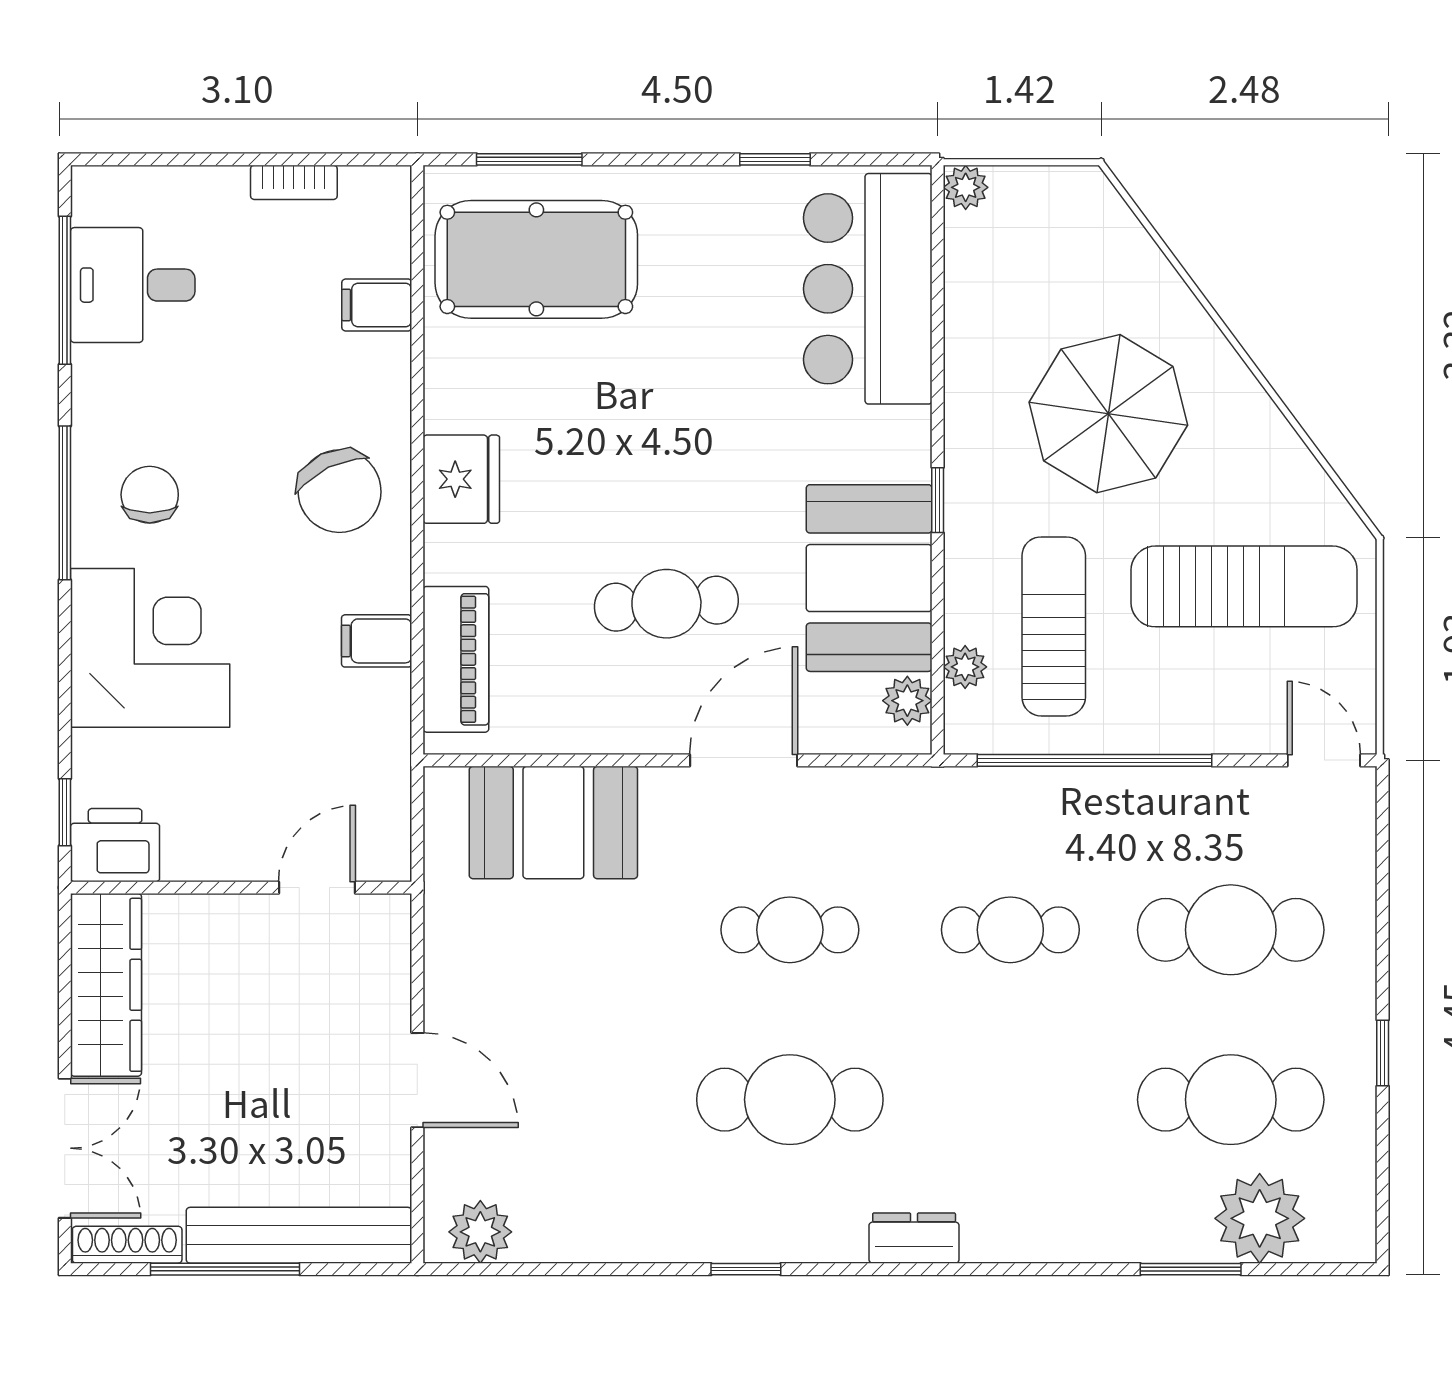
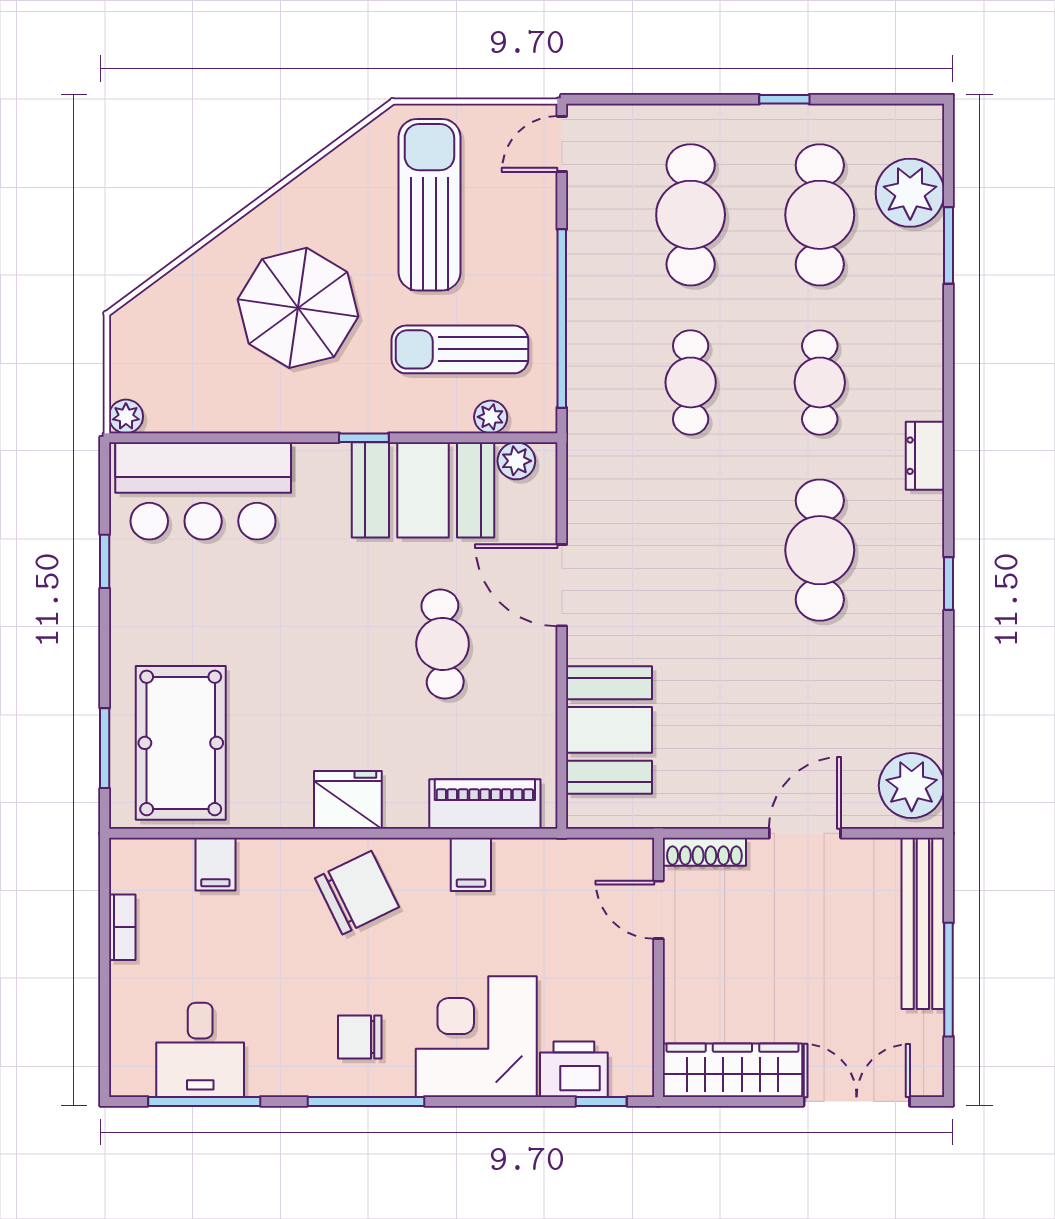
printer: (115, 845) -> (574, 1069), moved, turned 90
cafe table: (790, 930) -> (820, 382), moved
plant: (480, 1232) -> (912, 786), width x1.36, depth x1.36
shoe rack: (127, 1245) -> (704, 852), moved, turned -90

